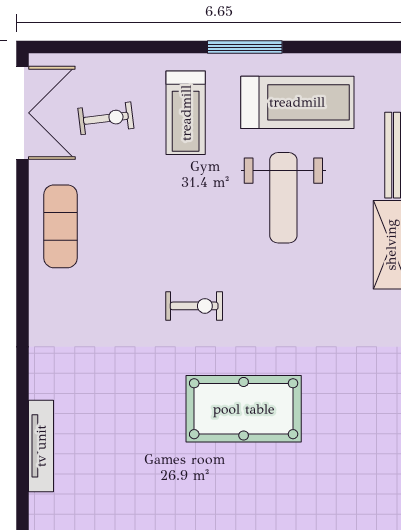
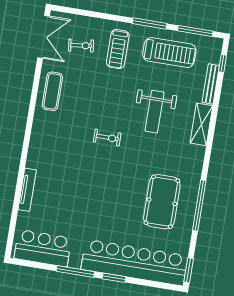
window: (345, 47) -> (195, 31), added
weight bench: (283, 198) -> (155, 112), moved
pool table: (244, 409) -> (162, 202), moved, turned 90

